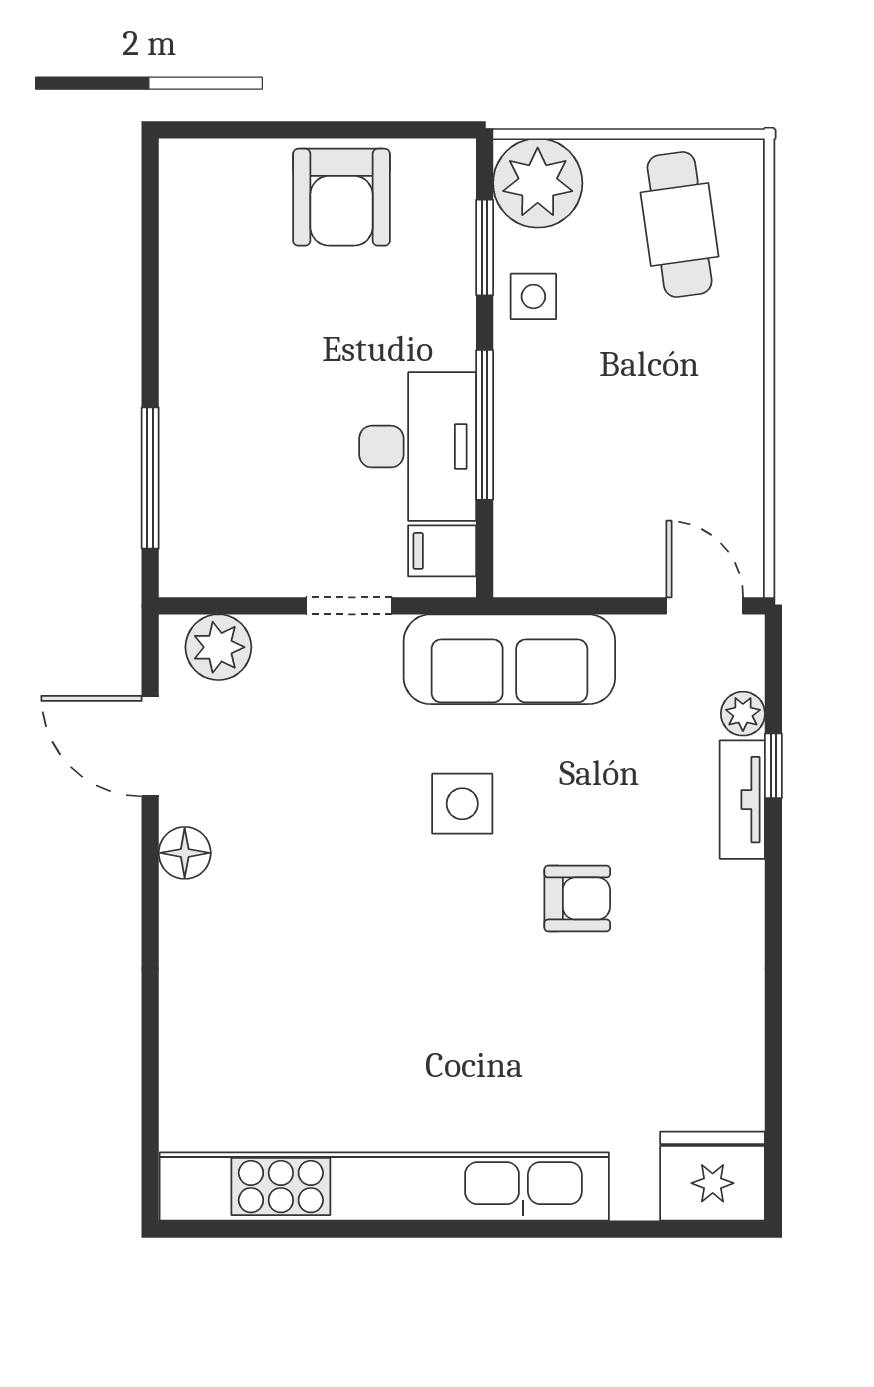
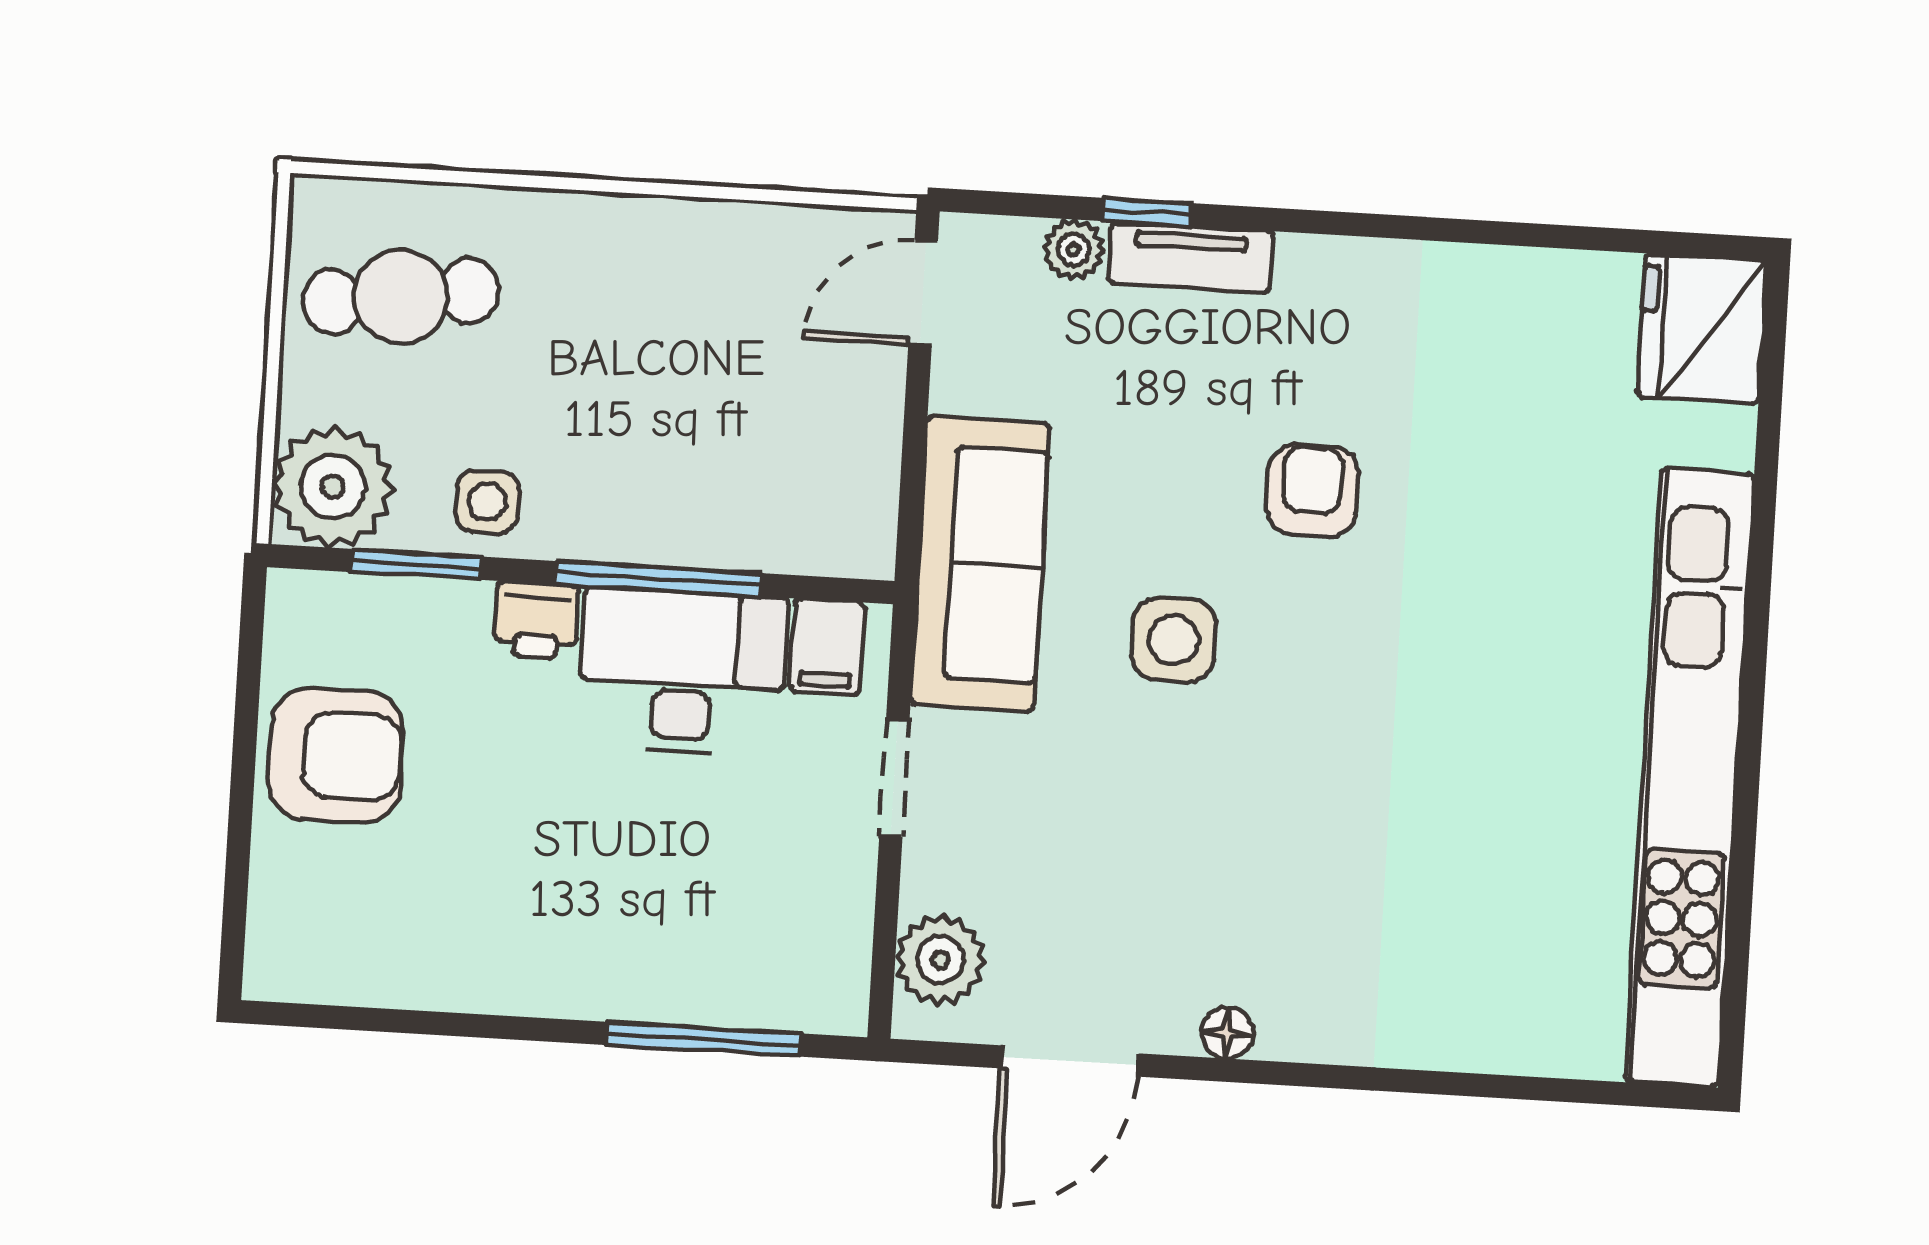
printer: (449, 338) -> (537, 620), added
floor lamp: (185, 853) -> (1227, 1033), width x0.73, depth x0.73

